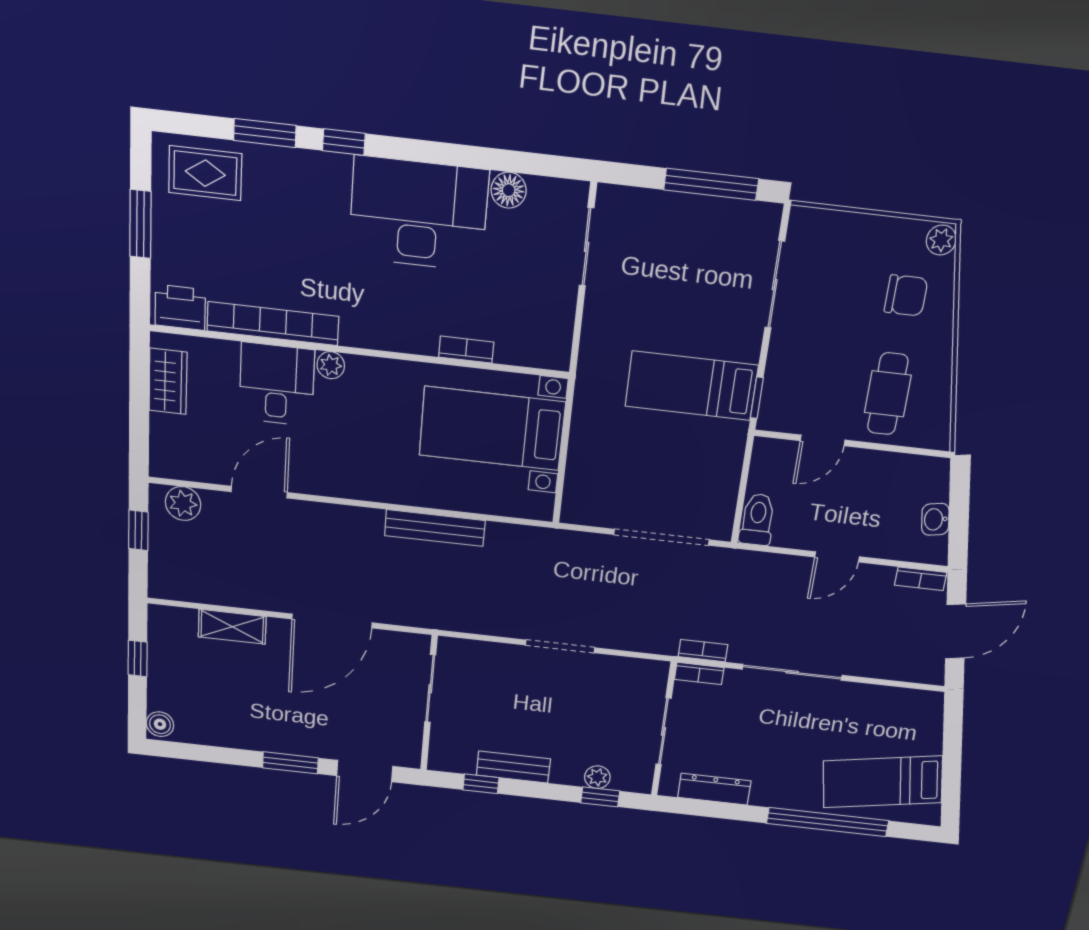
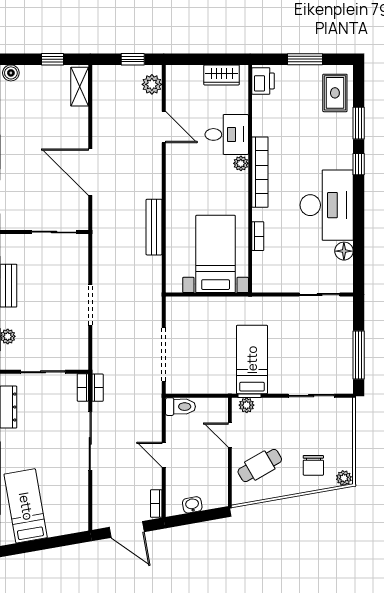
bookcase: (273, 324) -> (260, 172), moved
cafe table: (888, 394) -> (260, 466), turned -30
plant: (773, 405) -> (247, 405), added
shelving: (232, 627) -> (80, 87), moved

